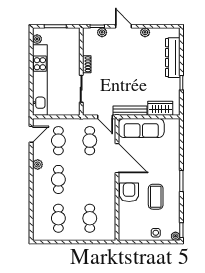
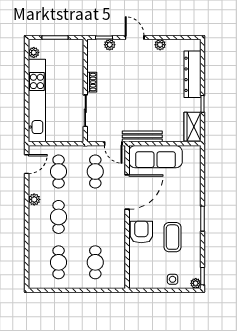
wardrobe: (160, 108) -> (192, 127), moved, turned -90
door: (117, 158) -> (127, 192), hinge flipped

